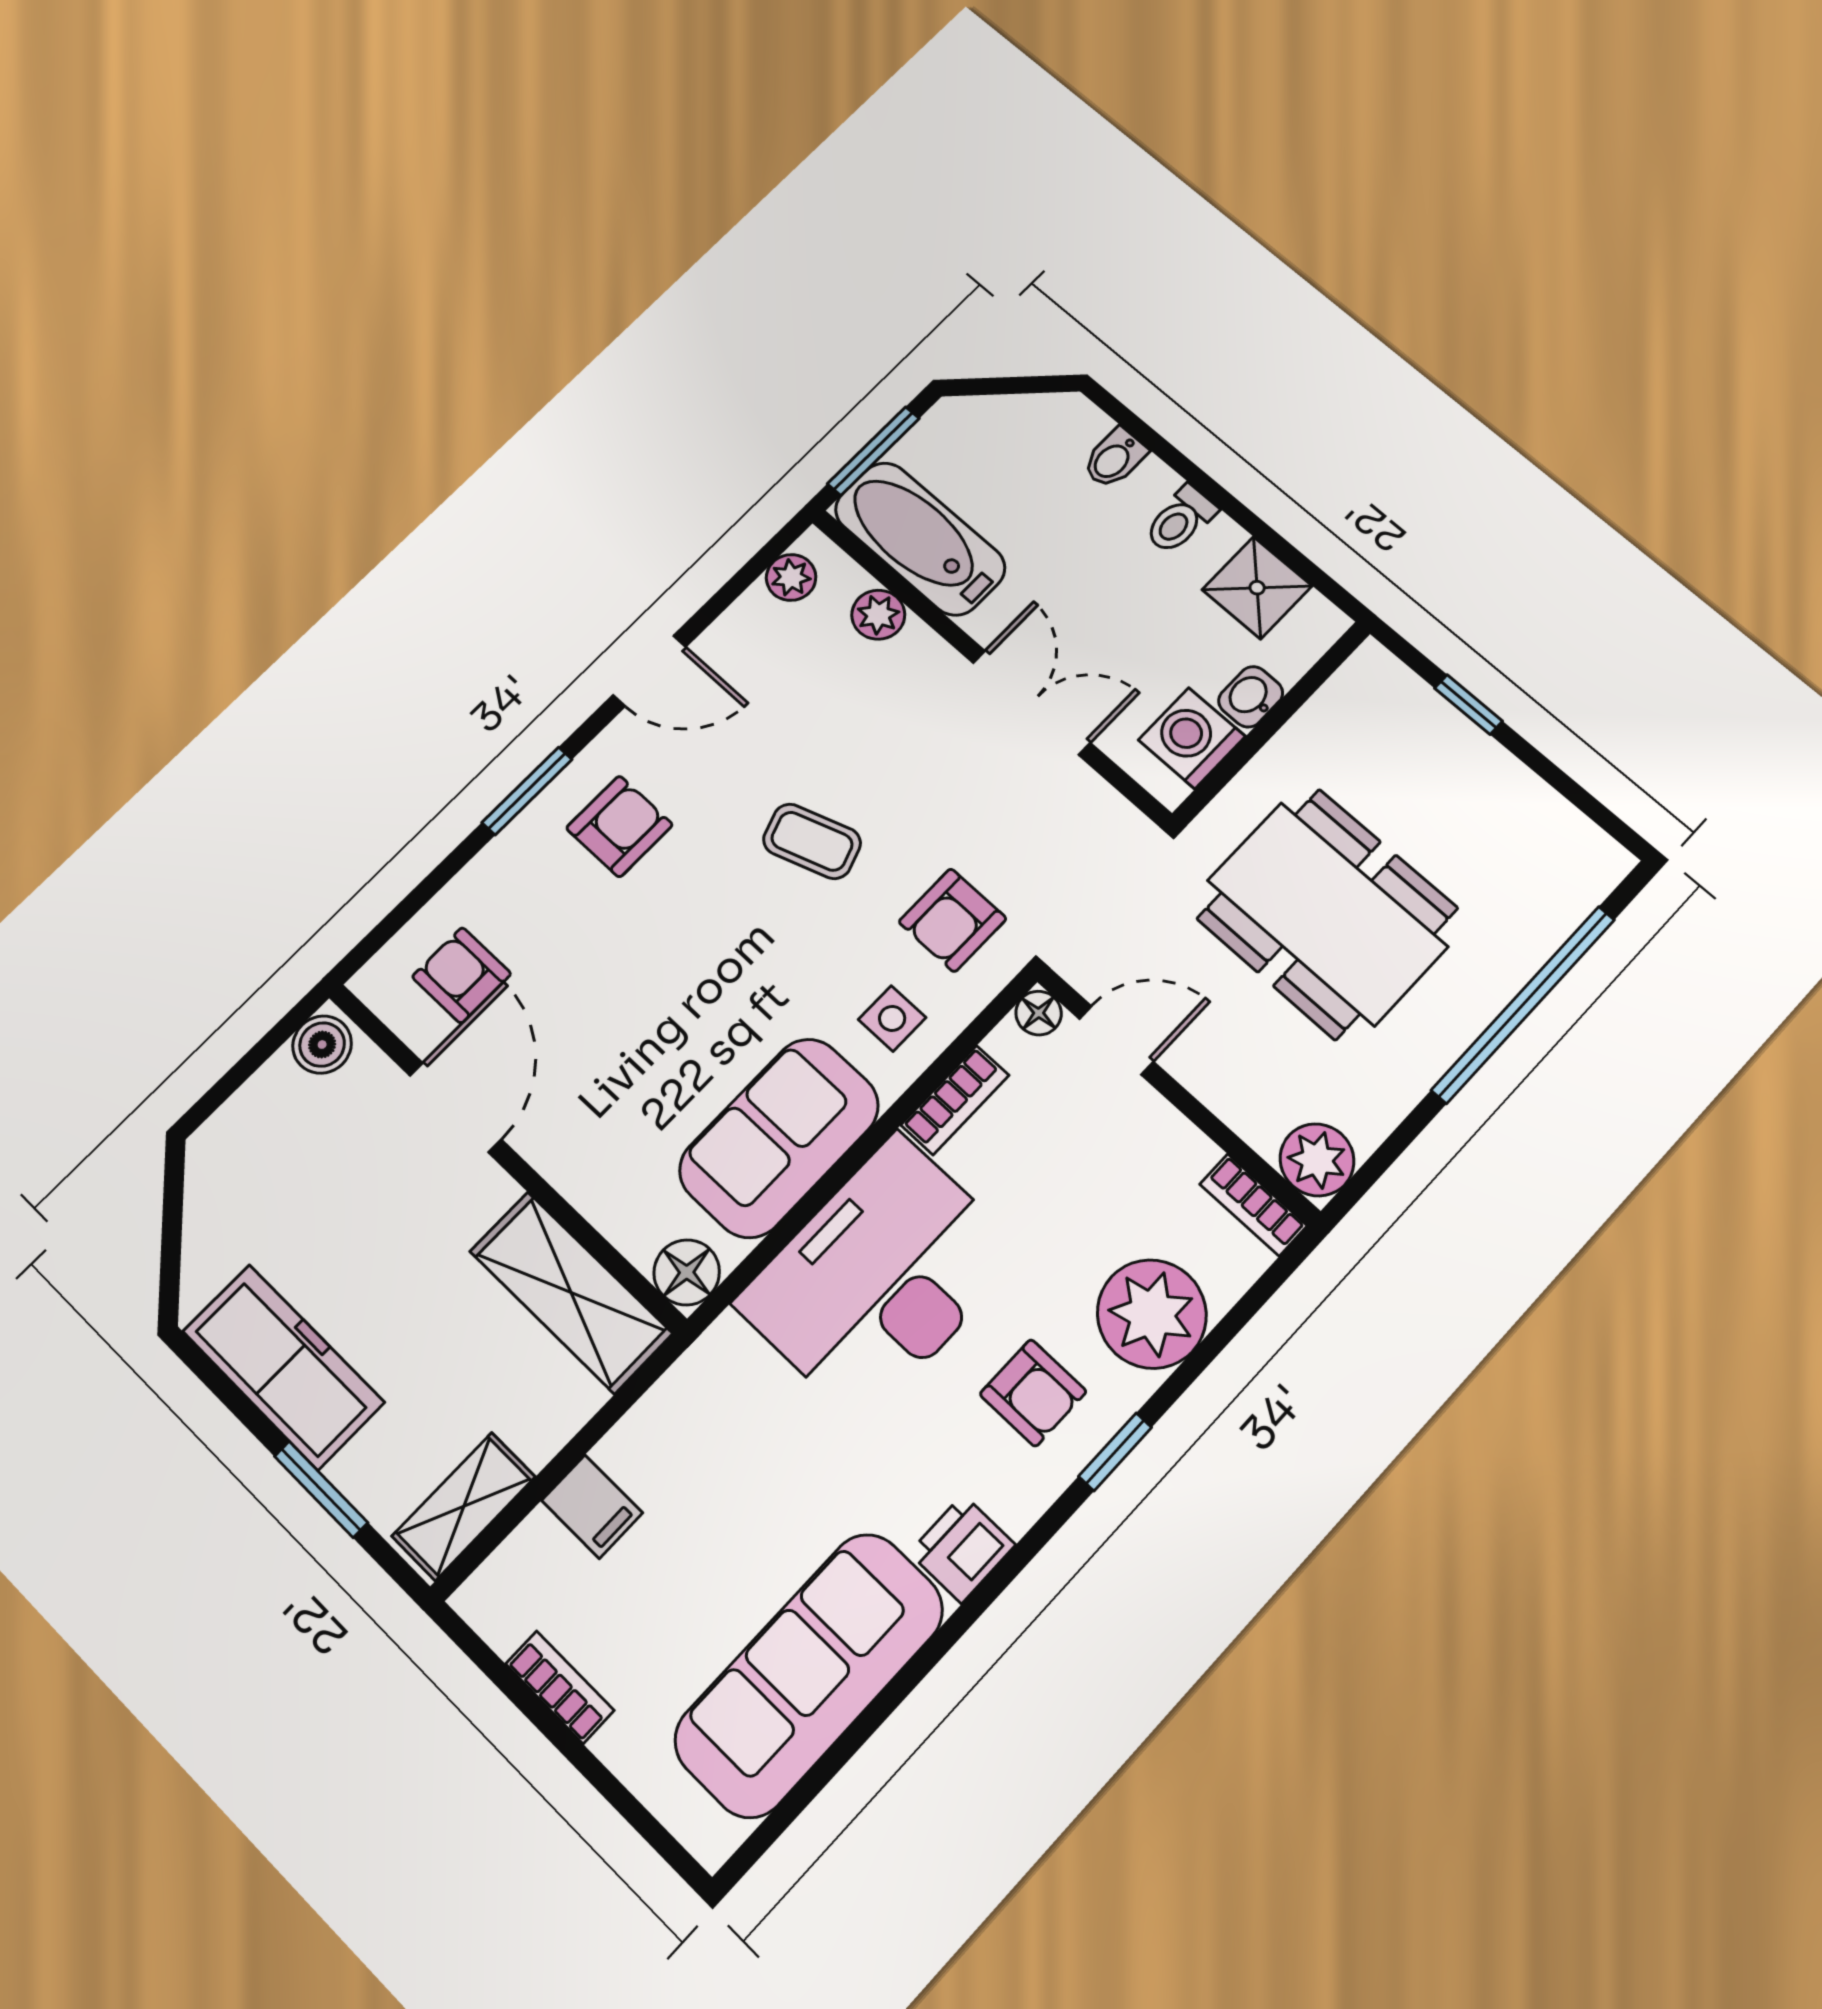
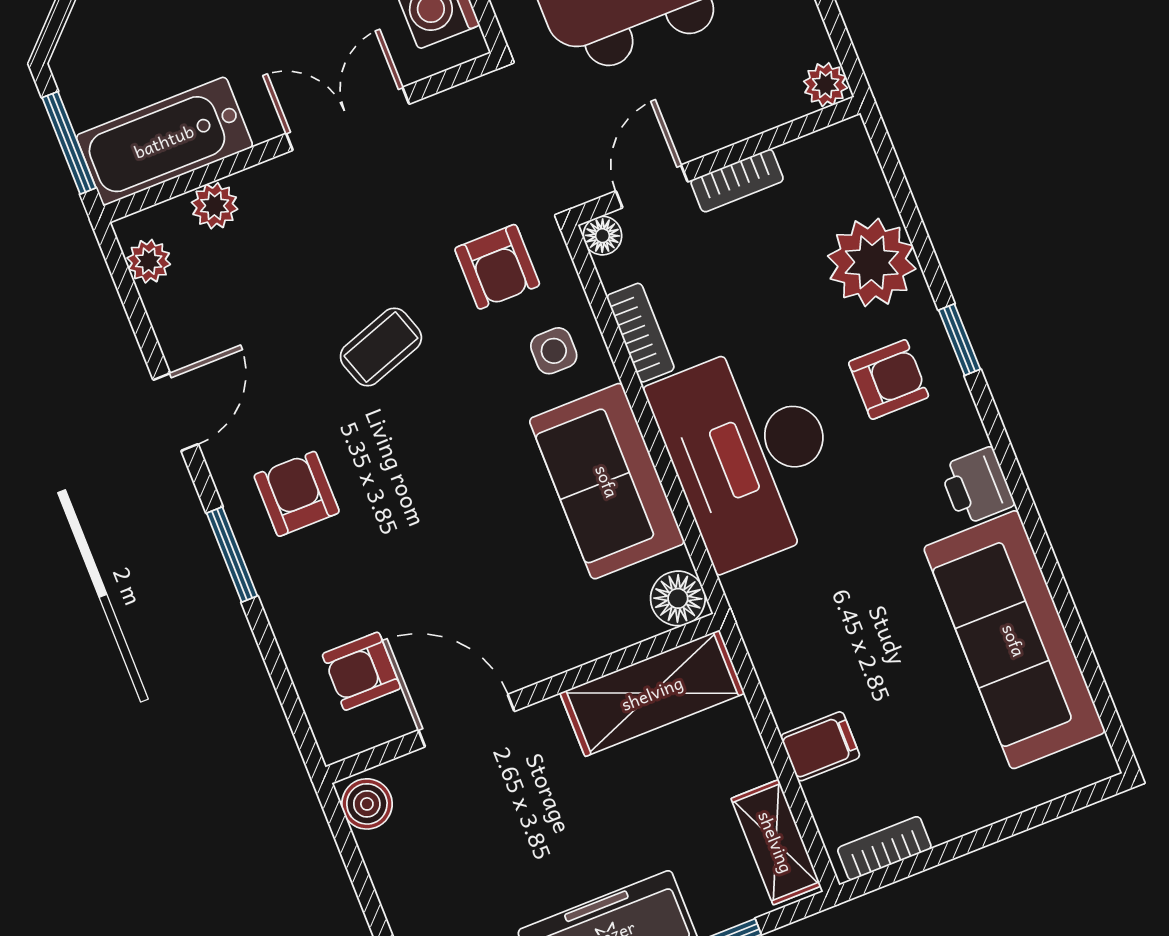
plant: (1317, 1160) -> (826, 85), width x0.73, depth x0.73
bookcase: (1253, 1205) -> (737, 181), moved
bookcase: (560, 1687) -> (884, 848), moved

